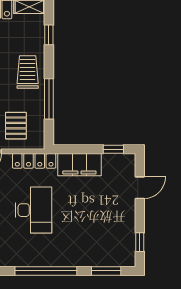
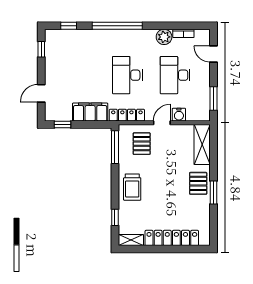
window: (49, 99) -> (115, 147), moved
window: (106, 271) -> (69, 26), width x0.67

